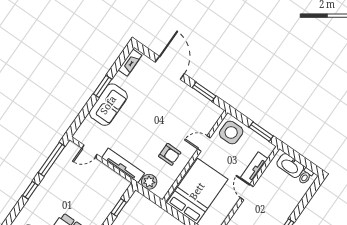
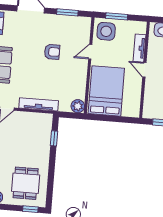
window: (261, 132) -> (117, 16), moved
armchair: (170, 154) -> (52, 52), moved
plant: (149, 182) -> (78, 106), moved

